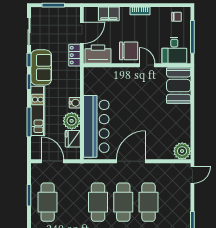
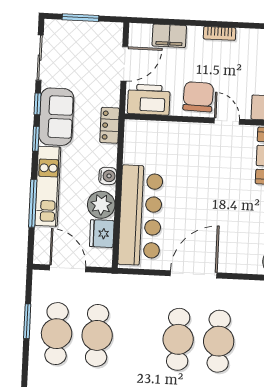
chair: (129, 51) -> (198, 97), turned -88
locker: (74, 55) -> (110, 125), moved
cafe table: (98, 202) -> (97, 335), moved

